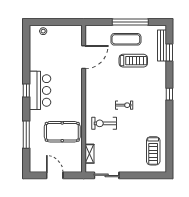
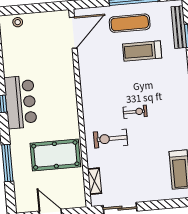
door: (84, 57) -> (73, 33), moved
treadmill: (133, 61) -> (142, 51), turned 180

